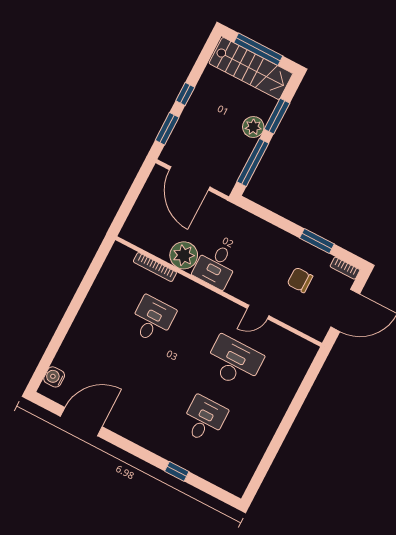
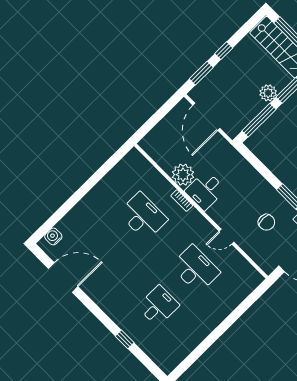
bookcase: (155, 267) -> (182, 201), moved, width x0.64
chair: (300, 280) -> (266, 222), turned 180
desk: (152, 319) -> (143, 216), width x1.37

